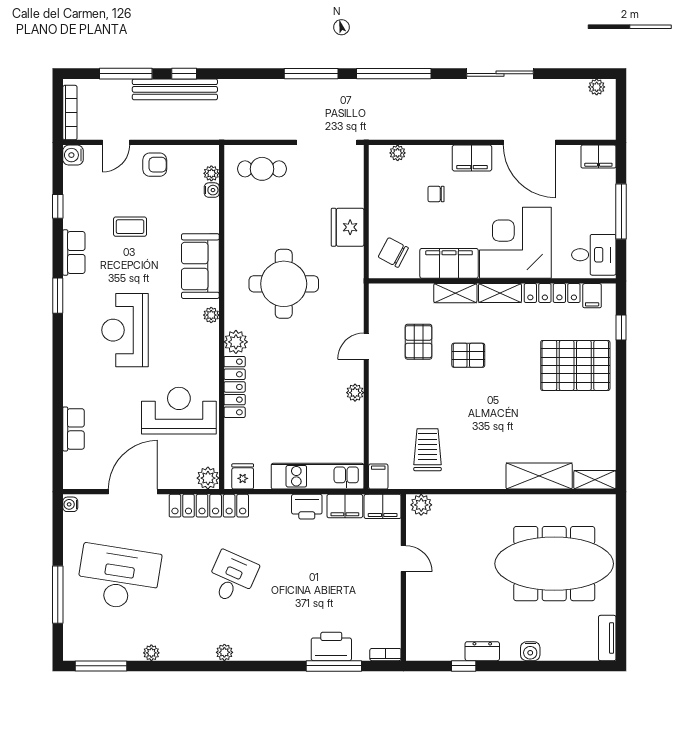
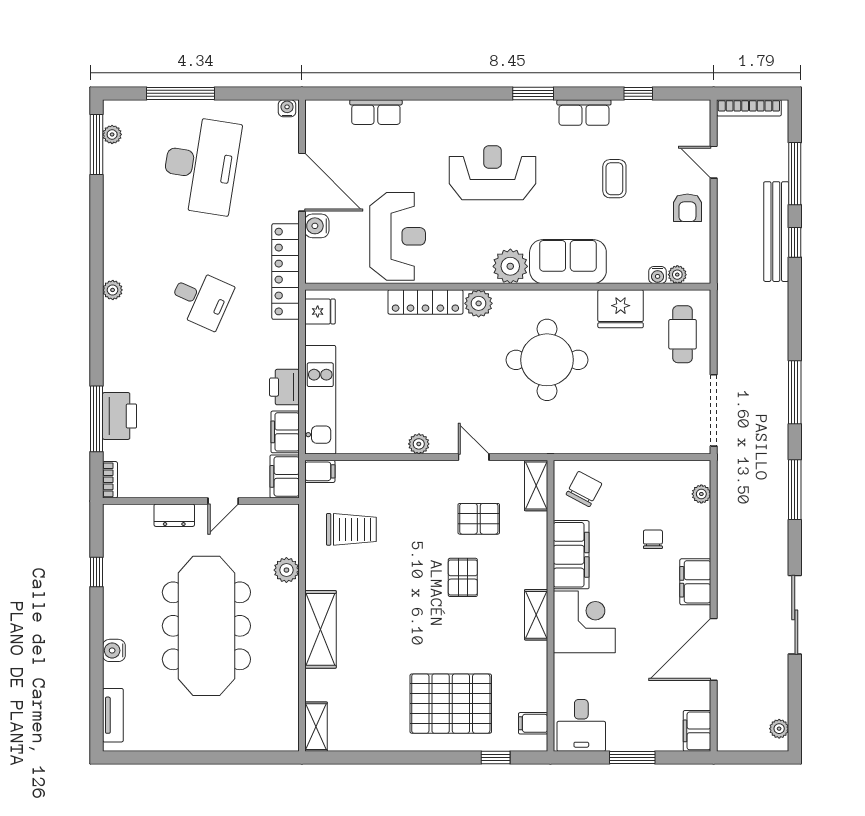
window: (394, 74) -> (795, 490), width x0.68
water cooler: (73, 155) -> (317, 226), moved, turned -90
window: (621, 211) -> (632, 758), width x0.69
fridge: (348, 227) -> (621, 309), moved, turned 180
corner desk: (515, 243) -> (584, 622), width x0.74, depth x0.74
shelving: (455, 293) -> (536, 486), moved
locker: (552, 293) -> (536, 676), removed
plant: (211, 315) -> (510, 266), width x1.87, depth x1.87
pallet: (575, 365) -> (451, 704), turned 90
shelving: (539, 476) -> (320, 629), moved
plant: (208, 478) -> (318, 271), removed
plant: (421, 505) -> (286, 570), moved
meeting table: (554, 564) -> (206, 626), moved
tv unit: (607, 638) -> (113, 715), moved, turned 90
dresser: (482, 651) -> (174, 515), moved, turned 90
plant: (151, 653) -> (112, 134), moved

